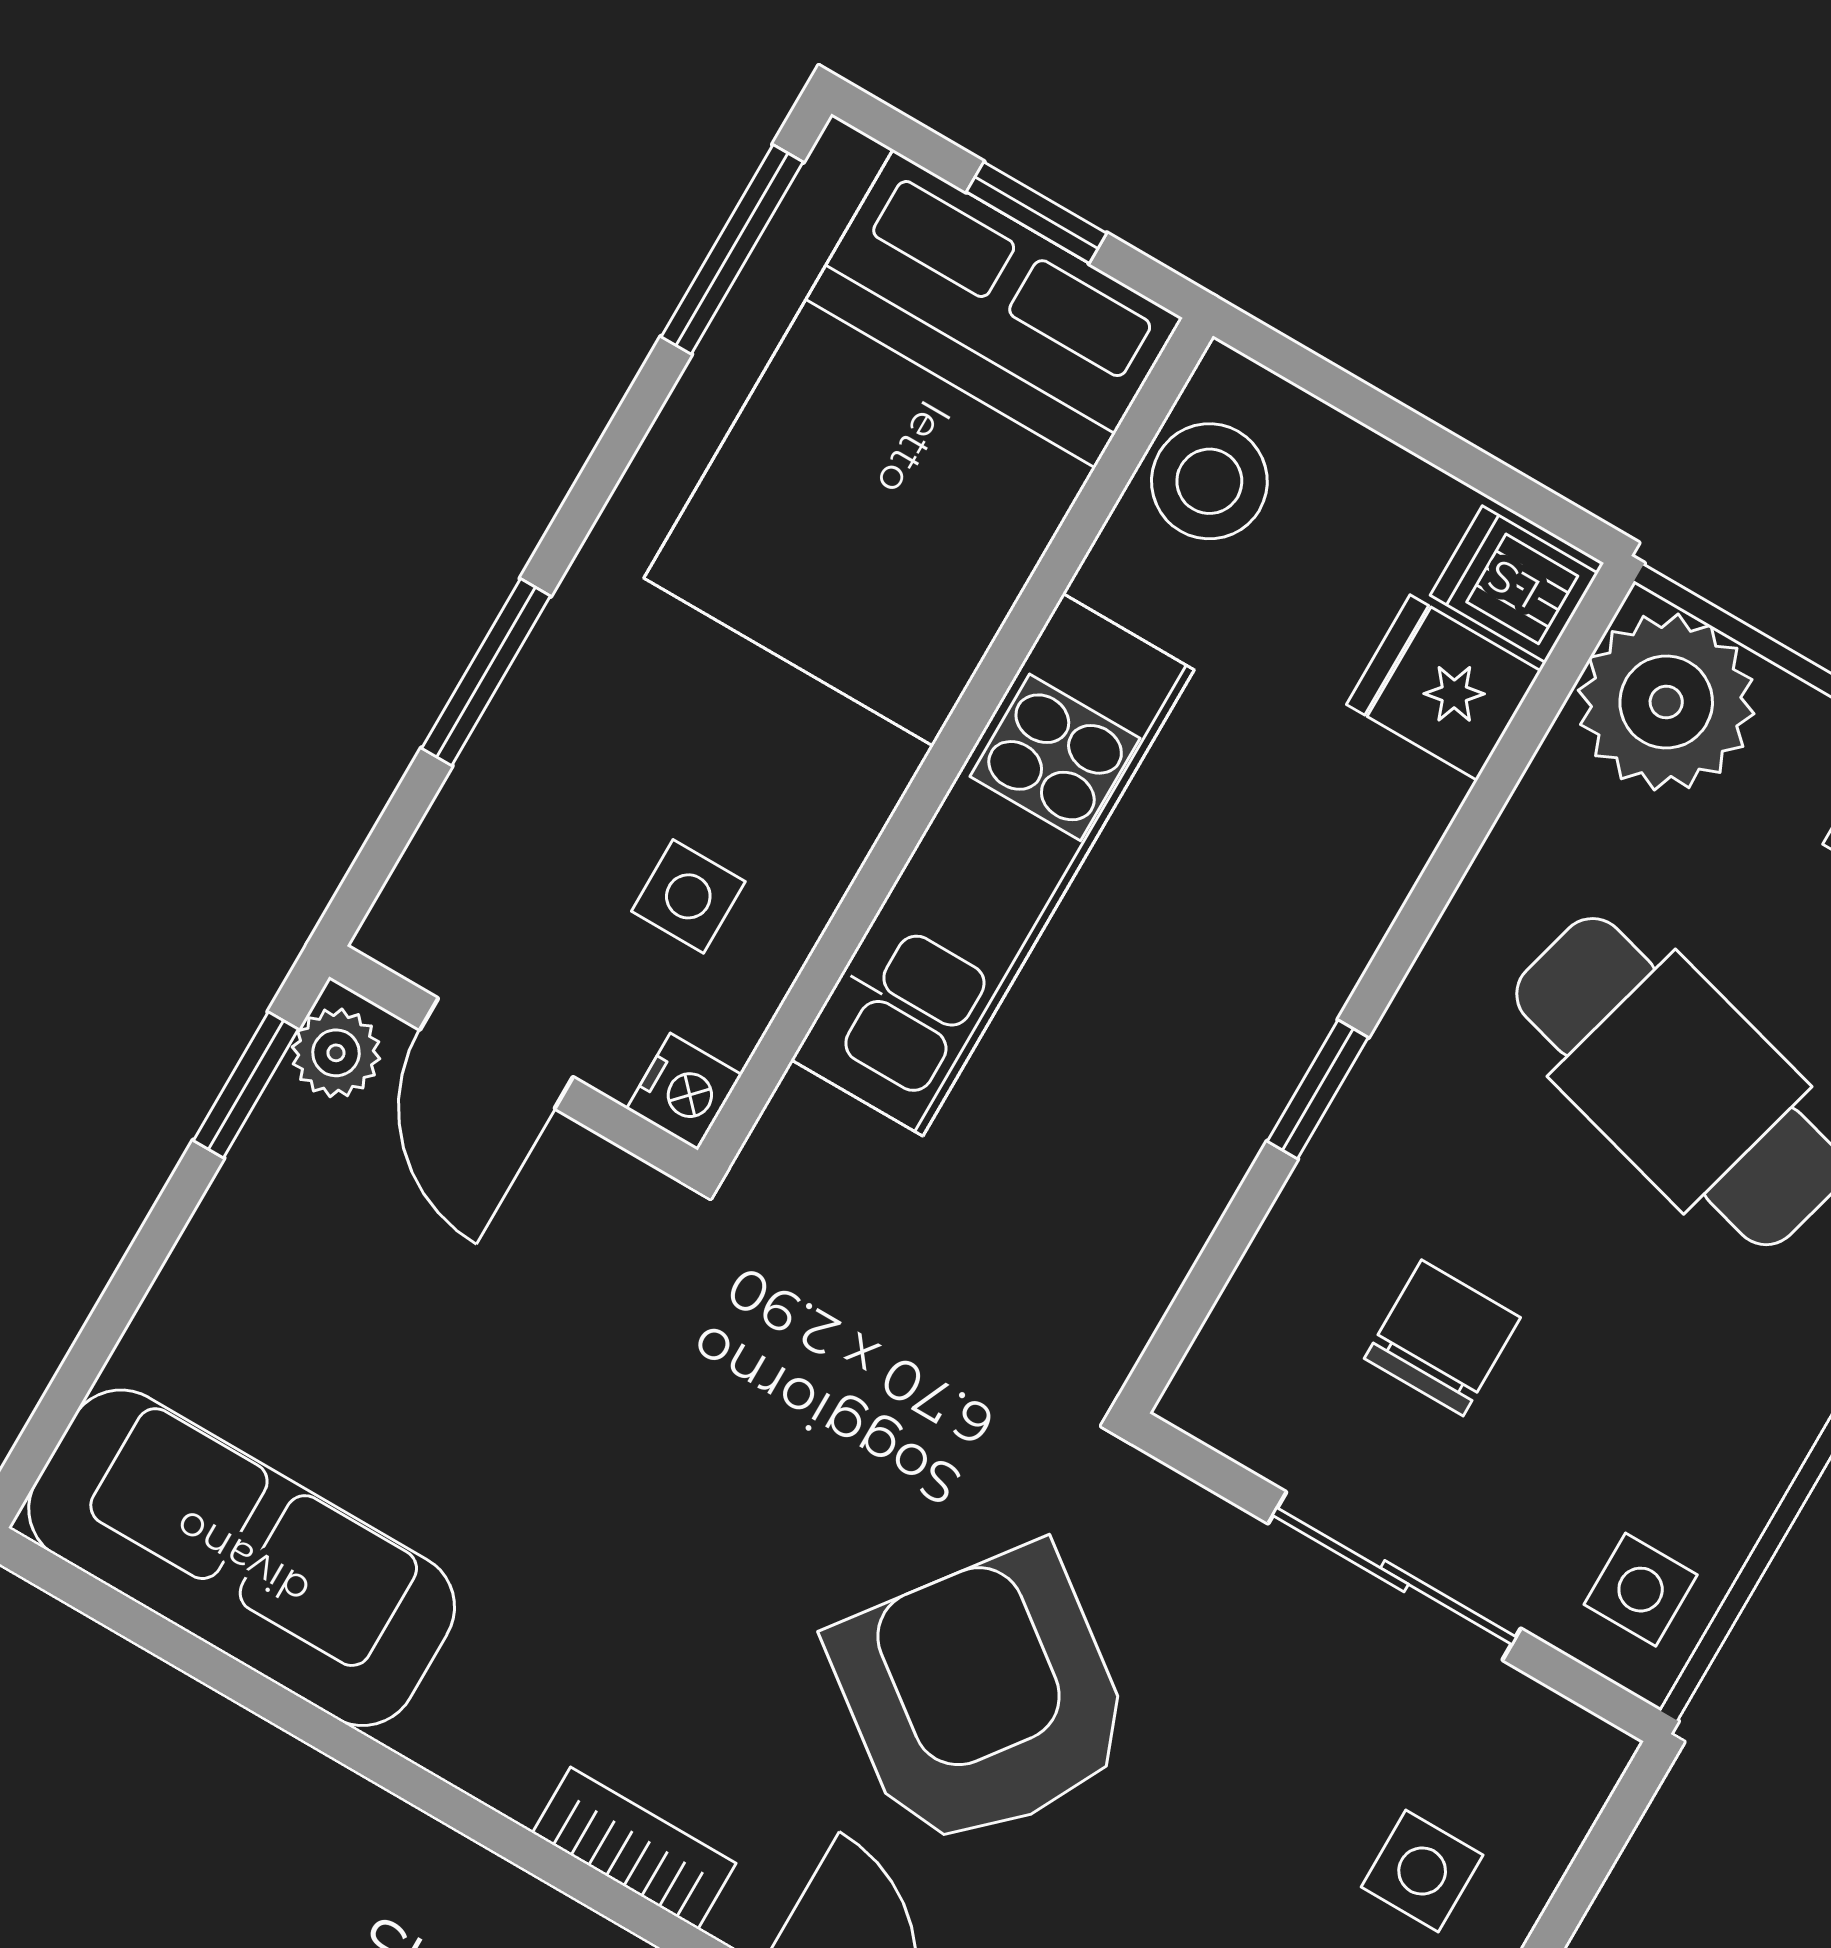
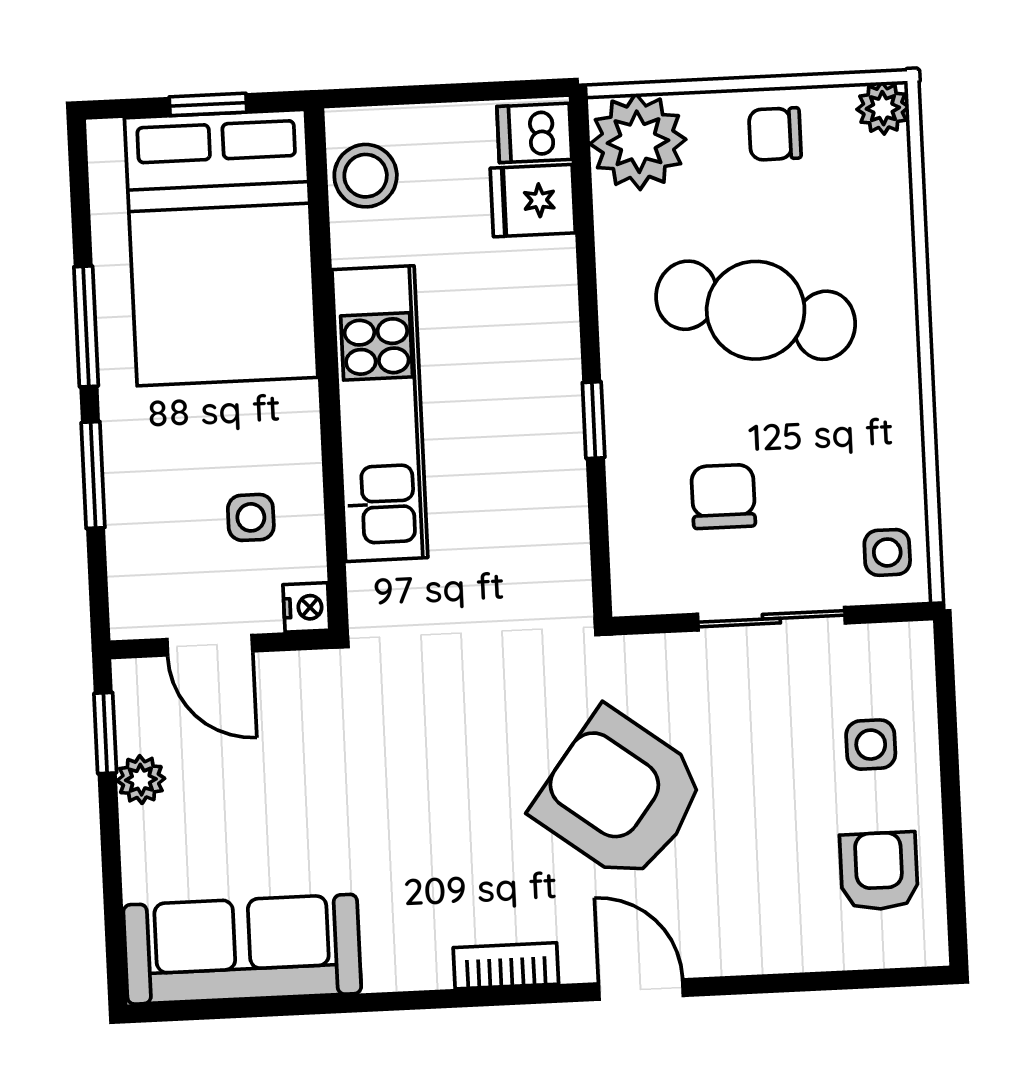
window: (732, 249) -> (86, 326), moved
plant: (336, 1053) -> (141, 780), moved

